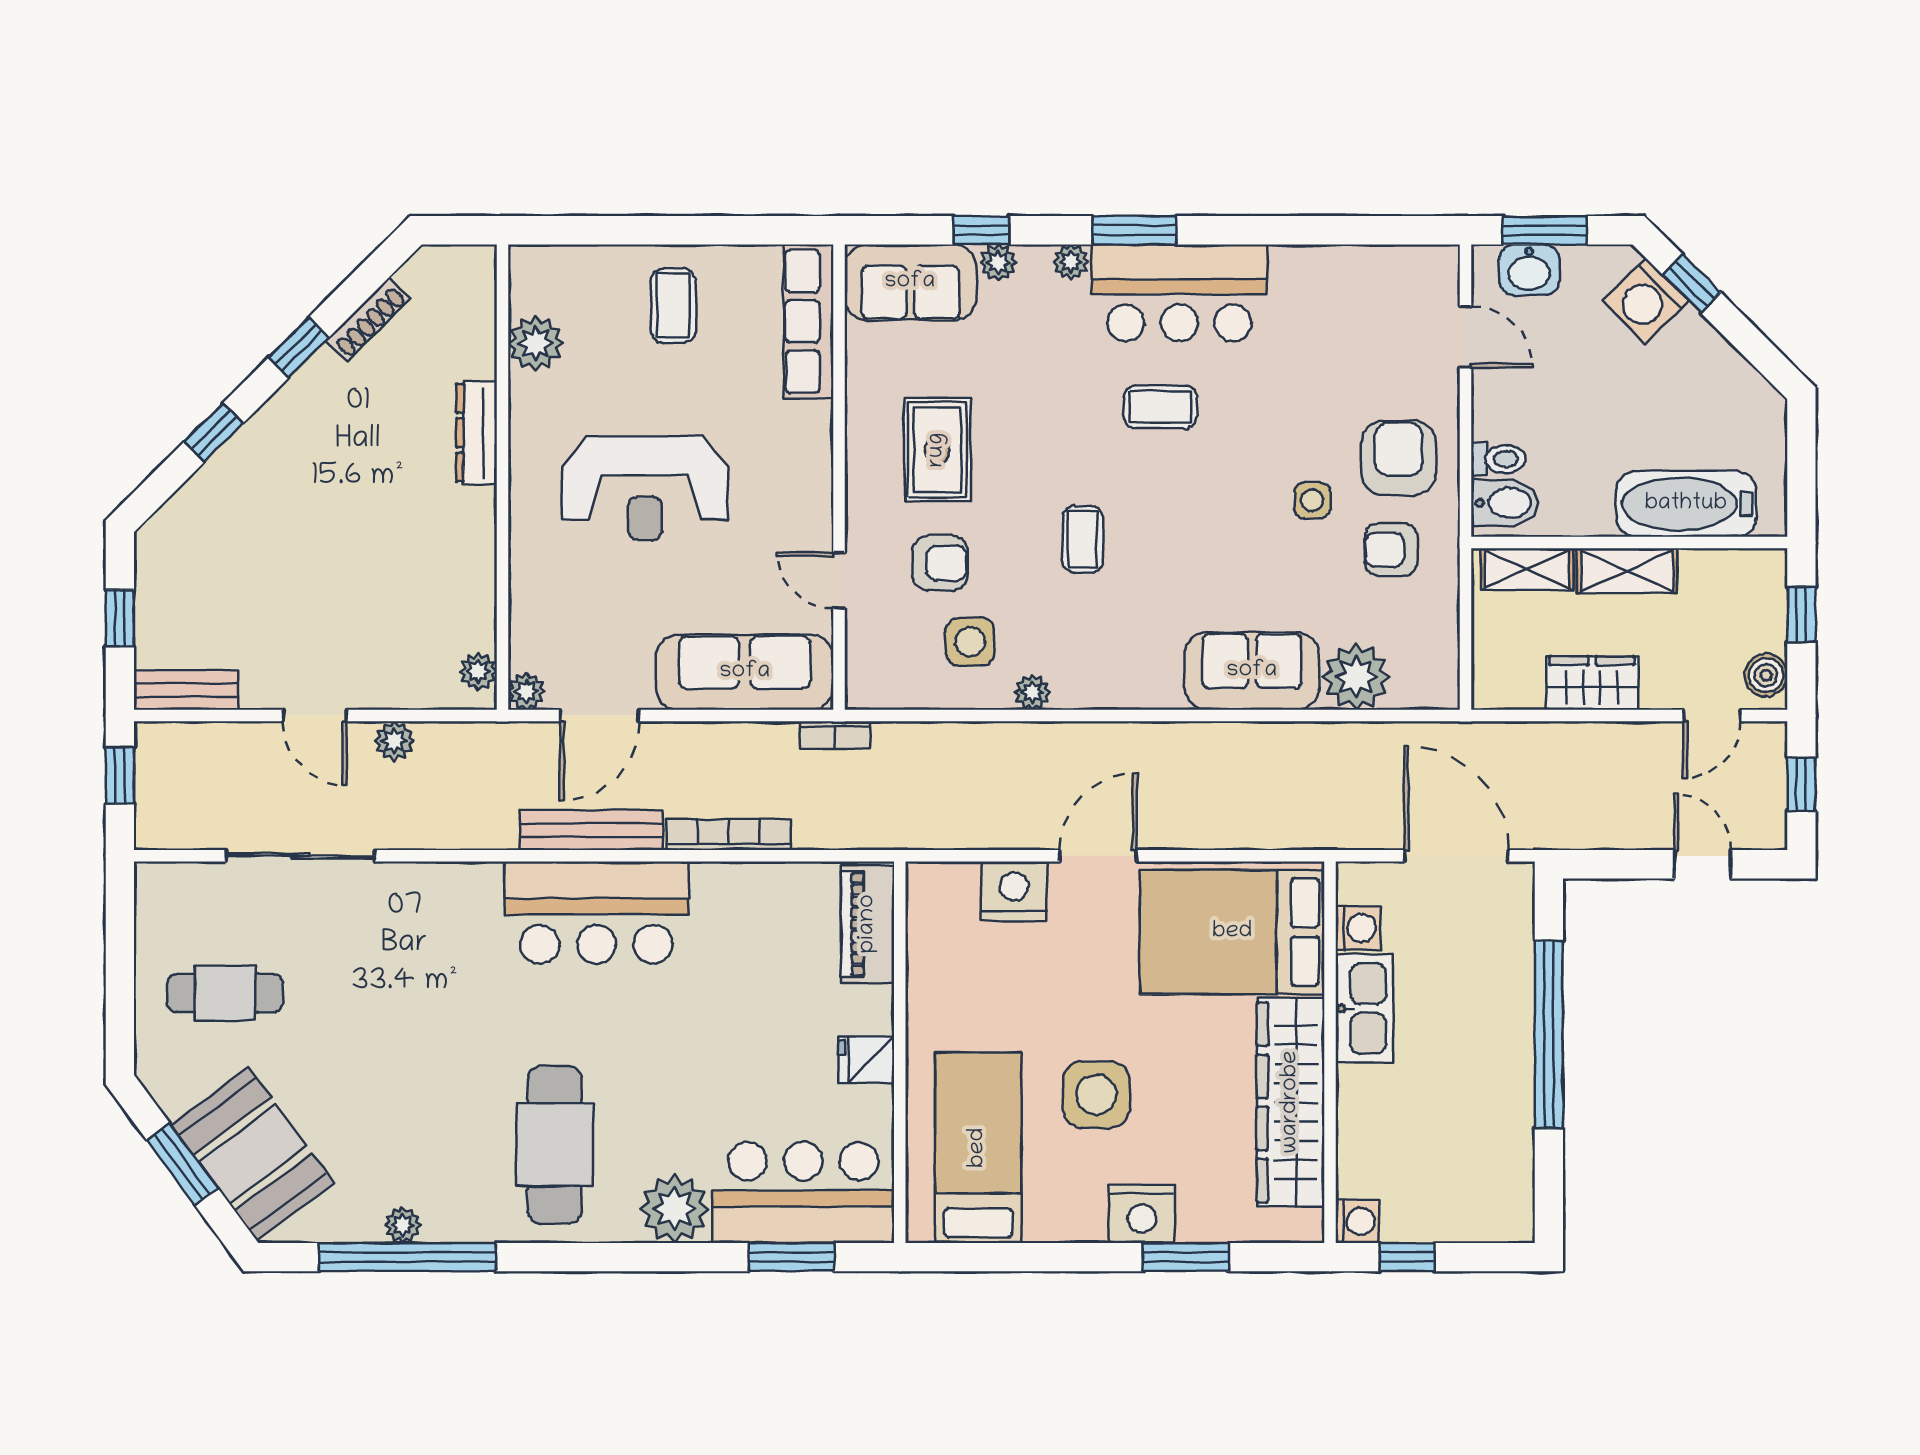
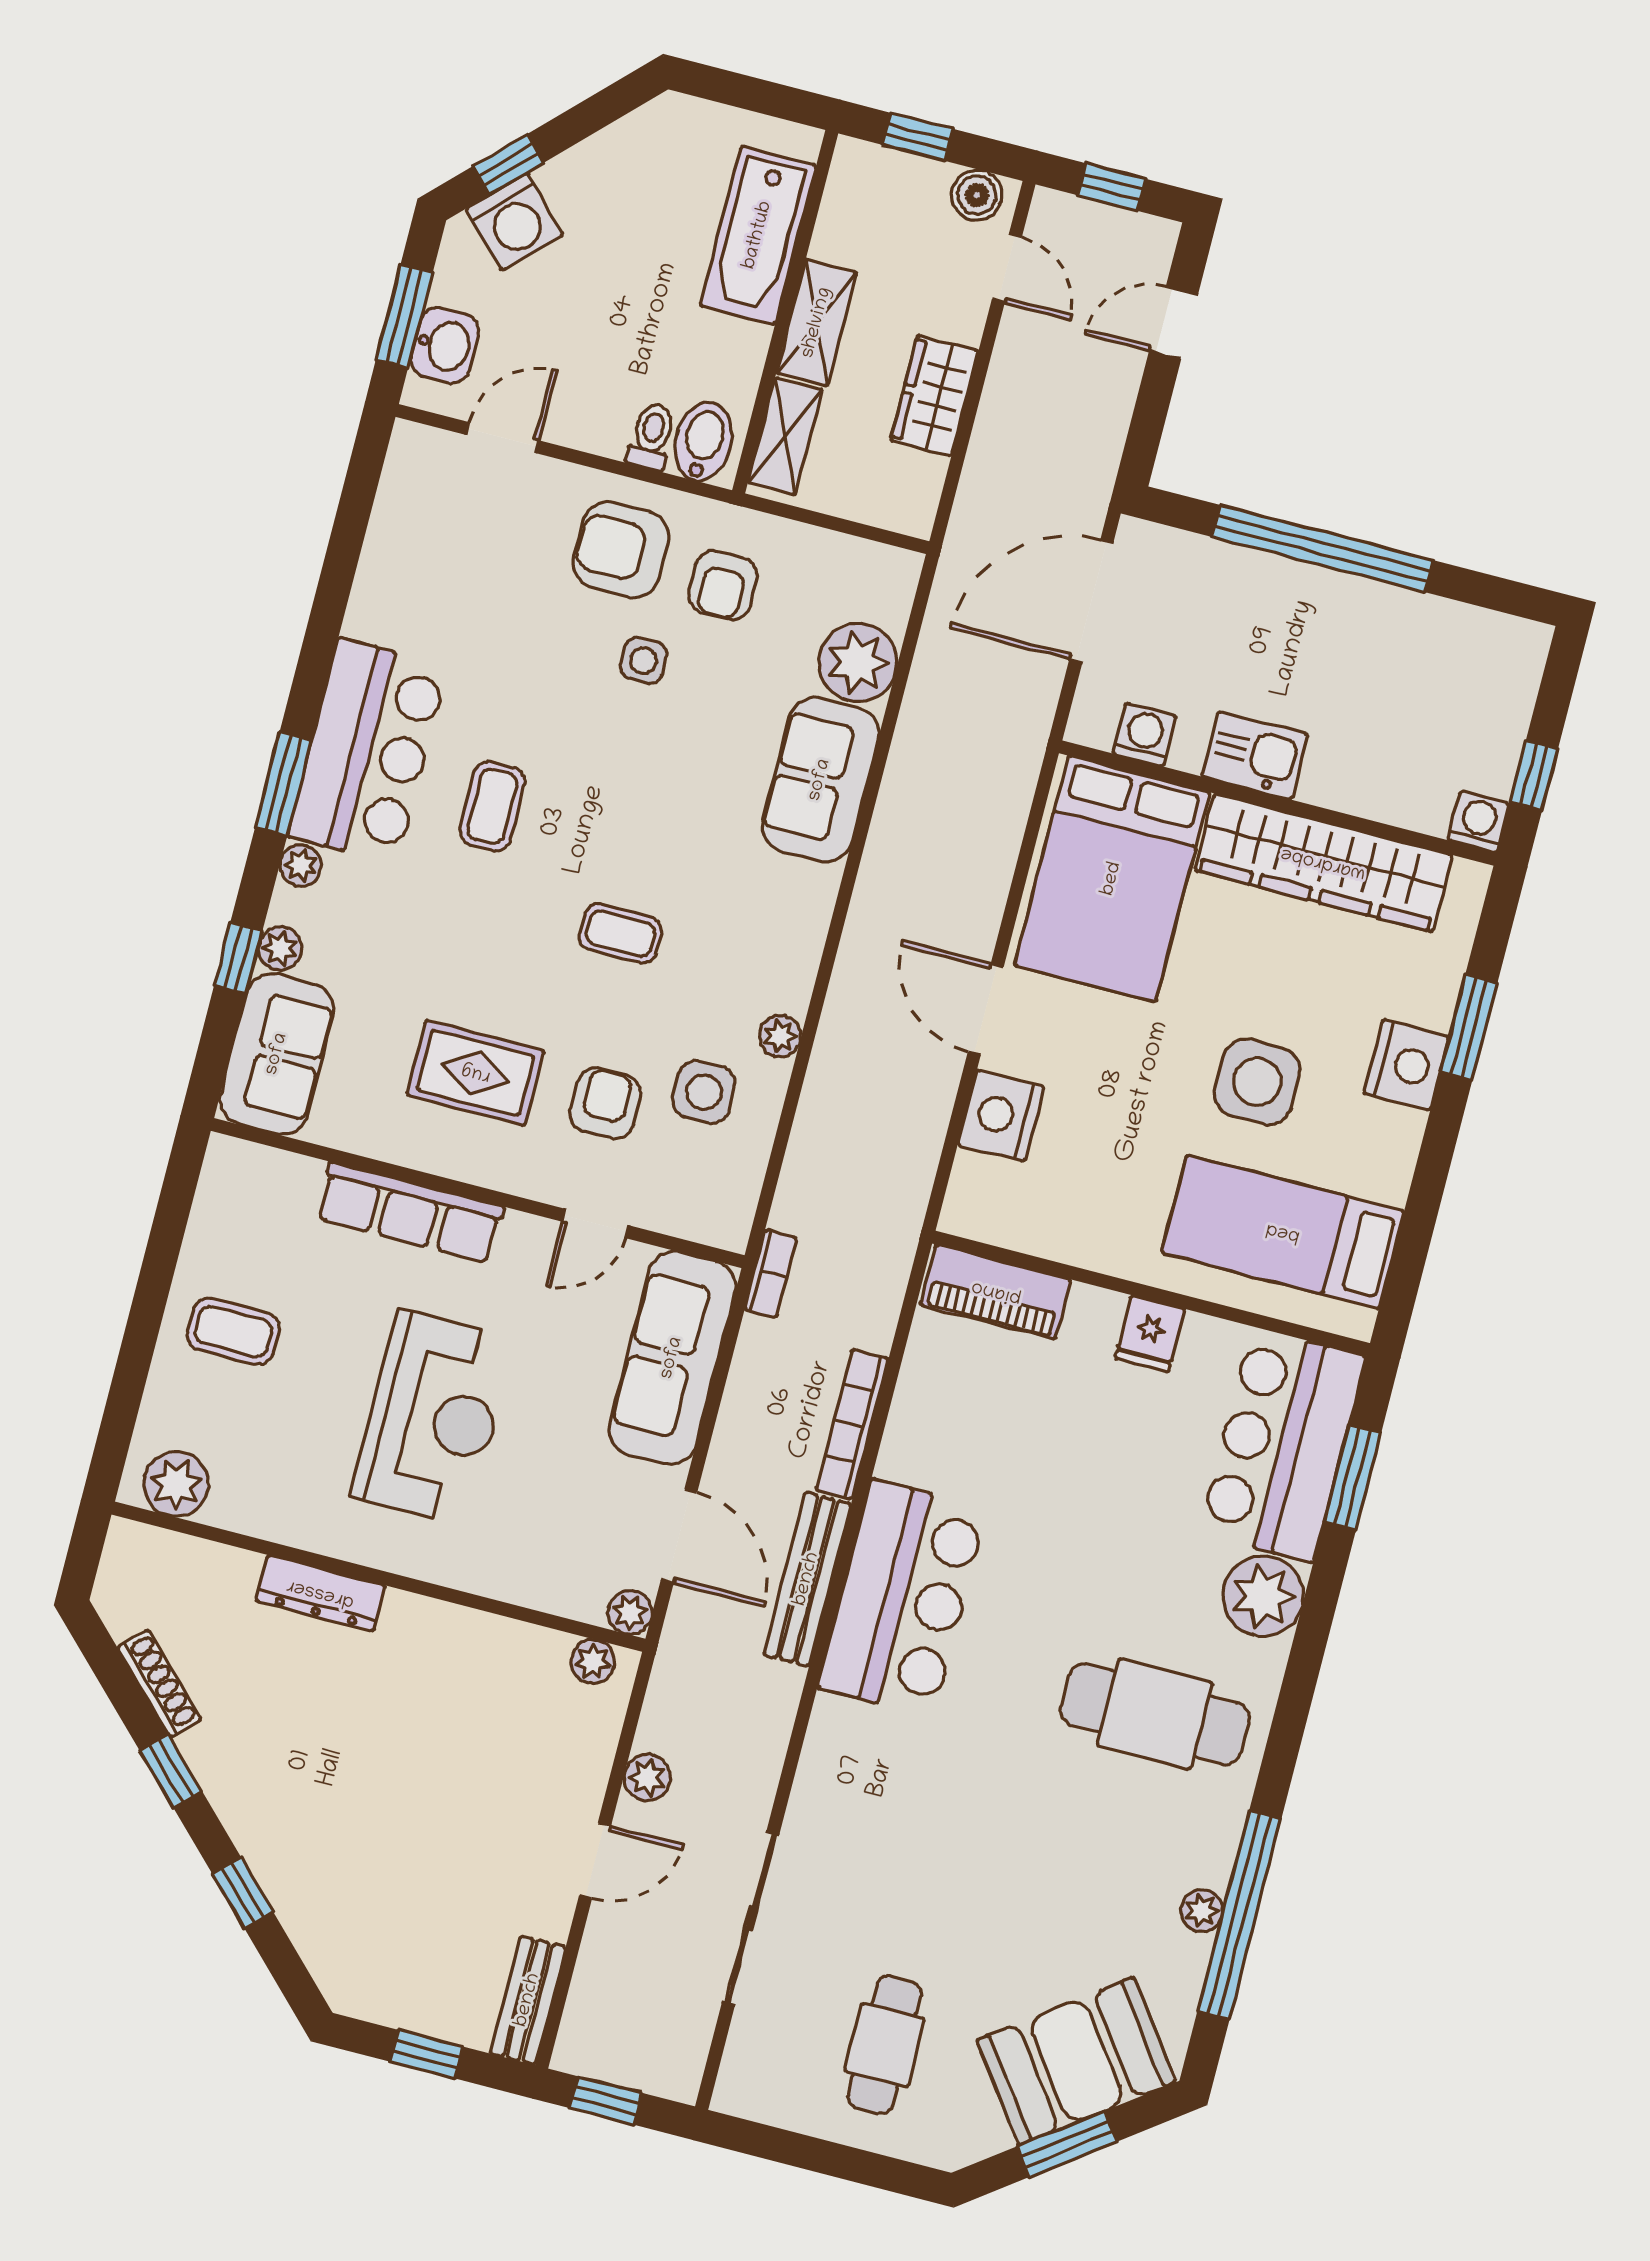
row of seats: (808, 321) -> (410, 1213), moved
plant: (535, 343) -> (176, 1484), moved
kitchen sink: (1364, 1008) -> (1255, 755), width x0.73

